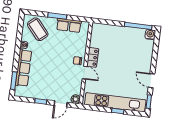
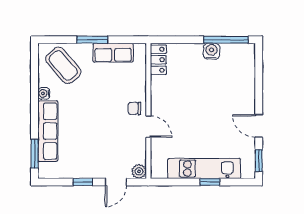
water cooler: (150, 35) -> (212, 51), moved
locker: (93, 57) -> (158, 60), moved
kitchen unit: (115, 102) -> (204, 168), width x0.73

